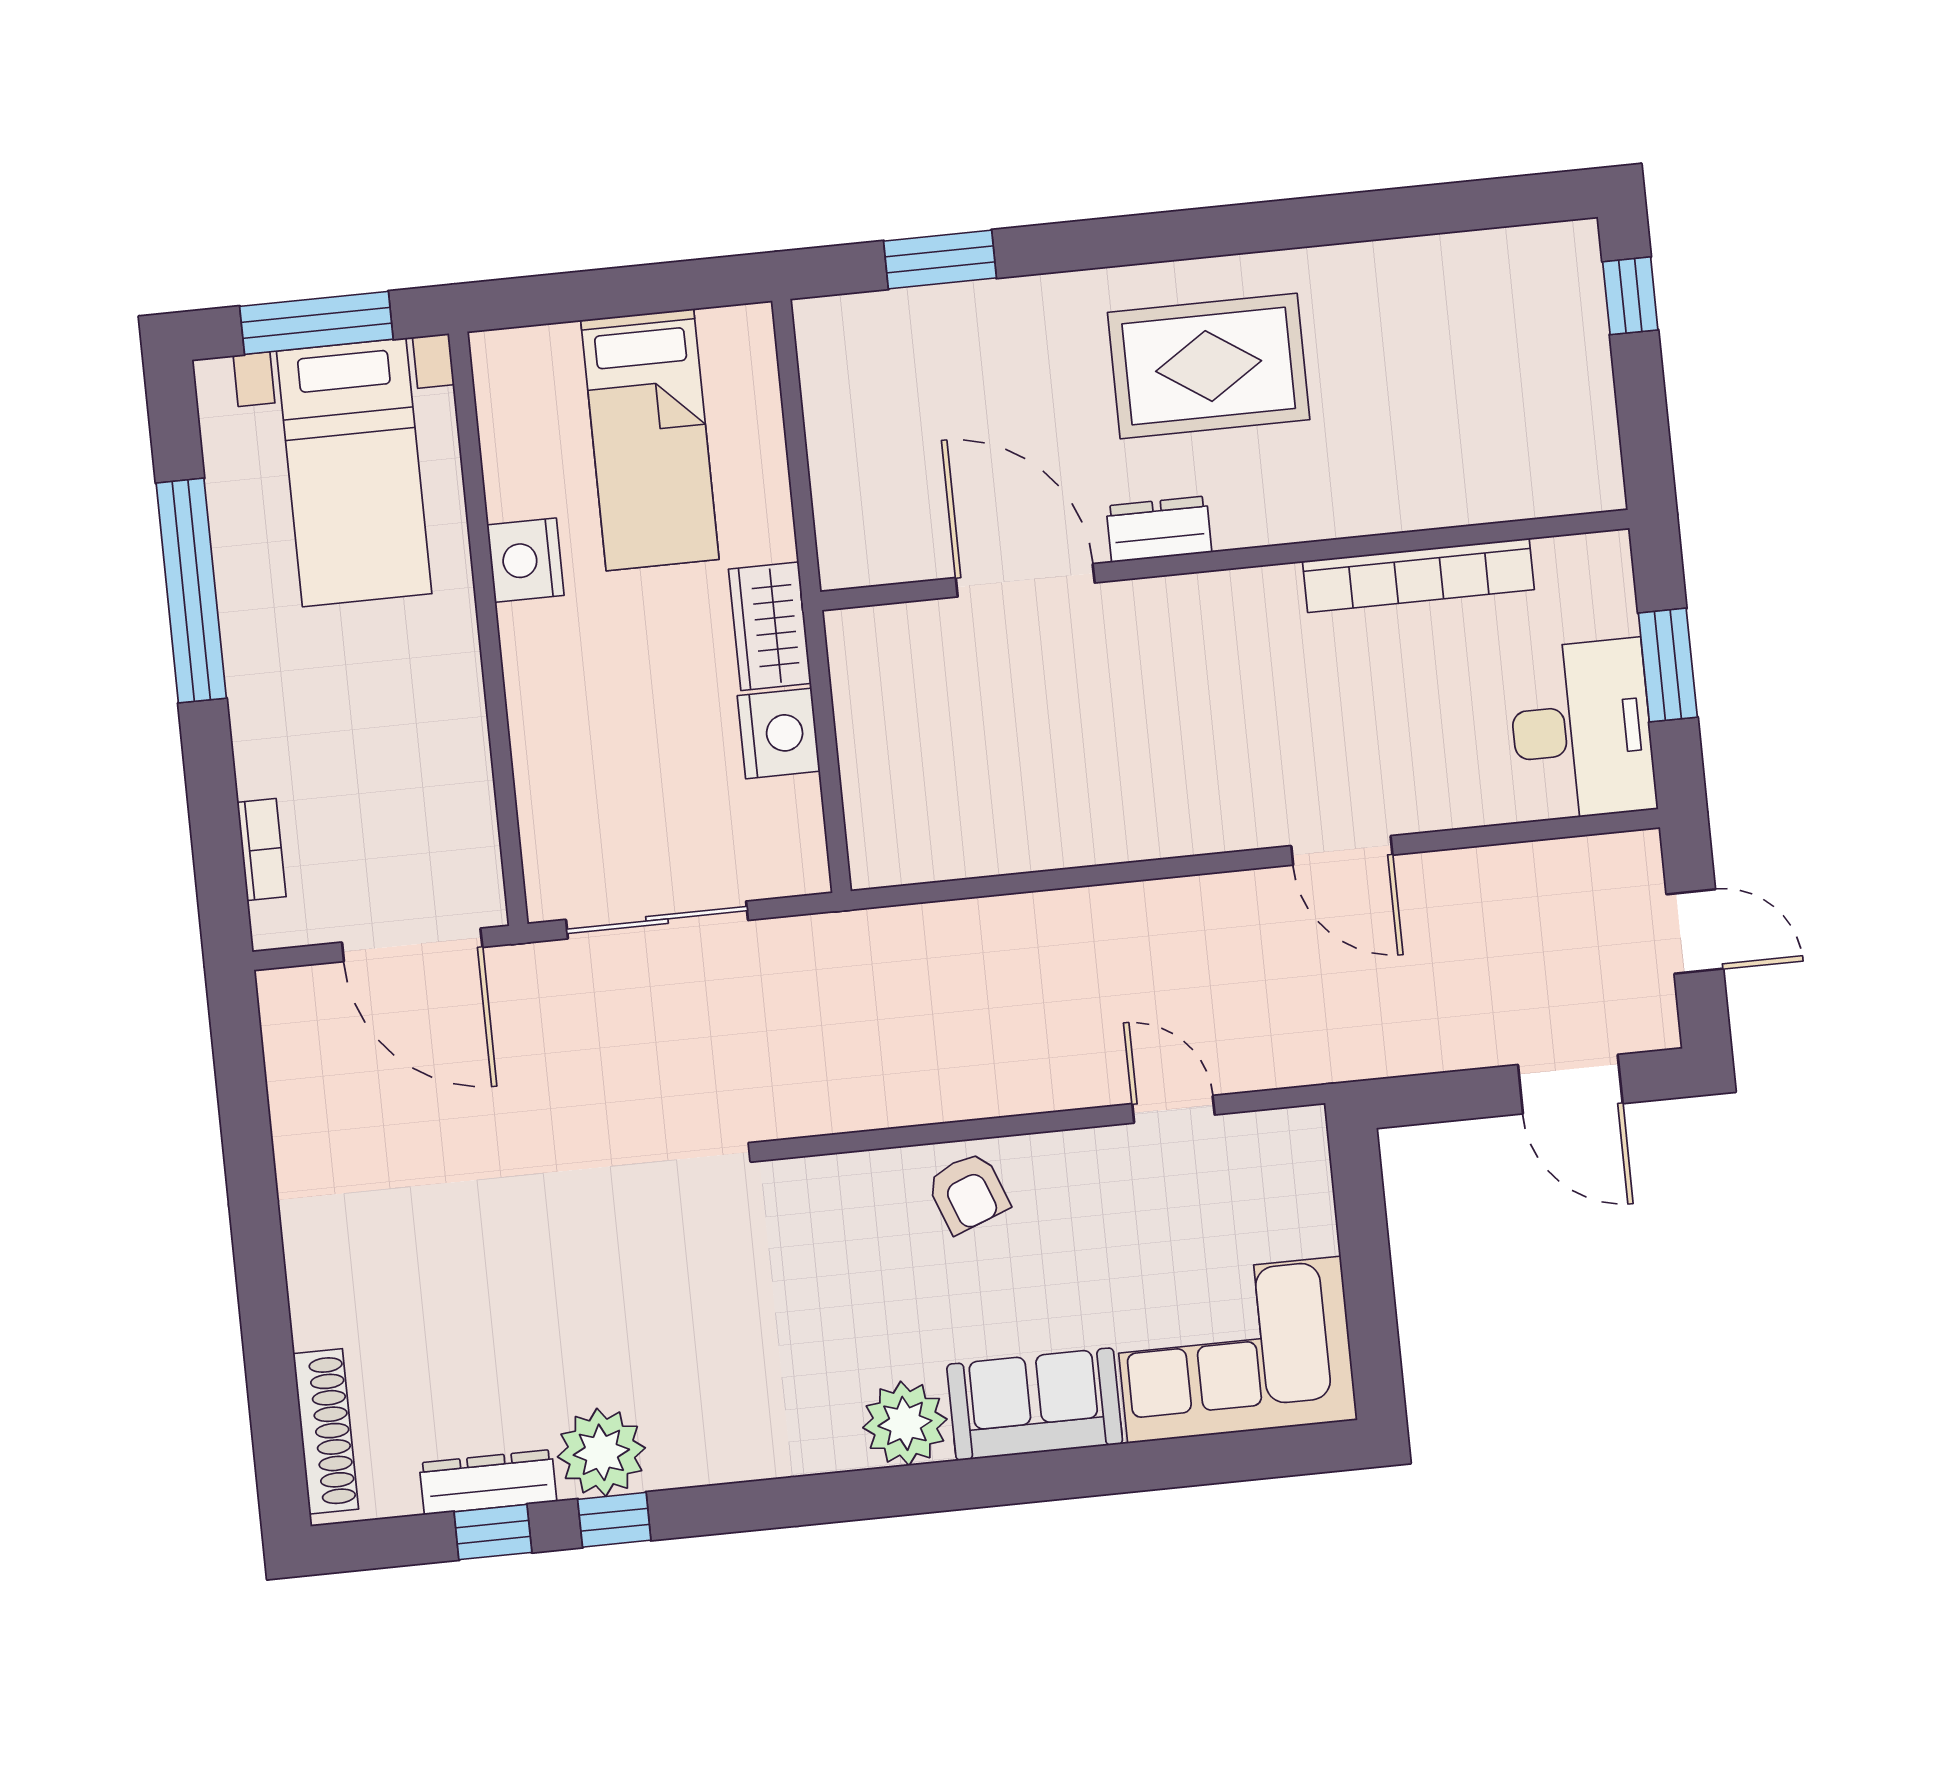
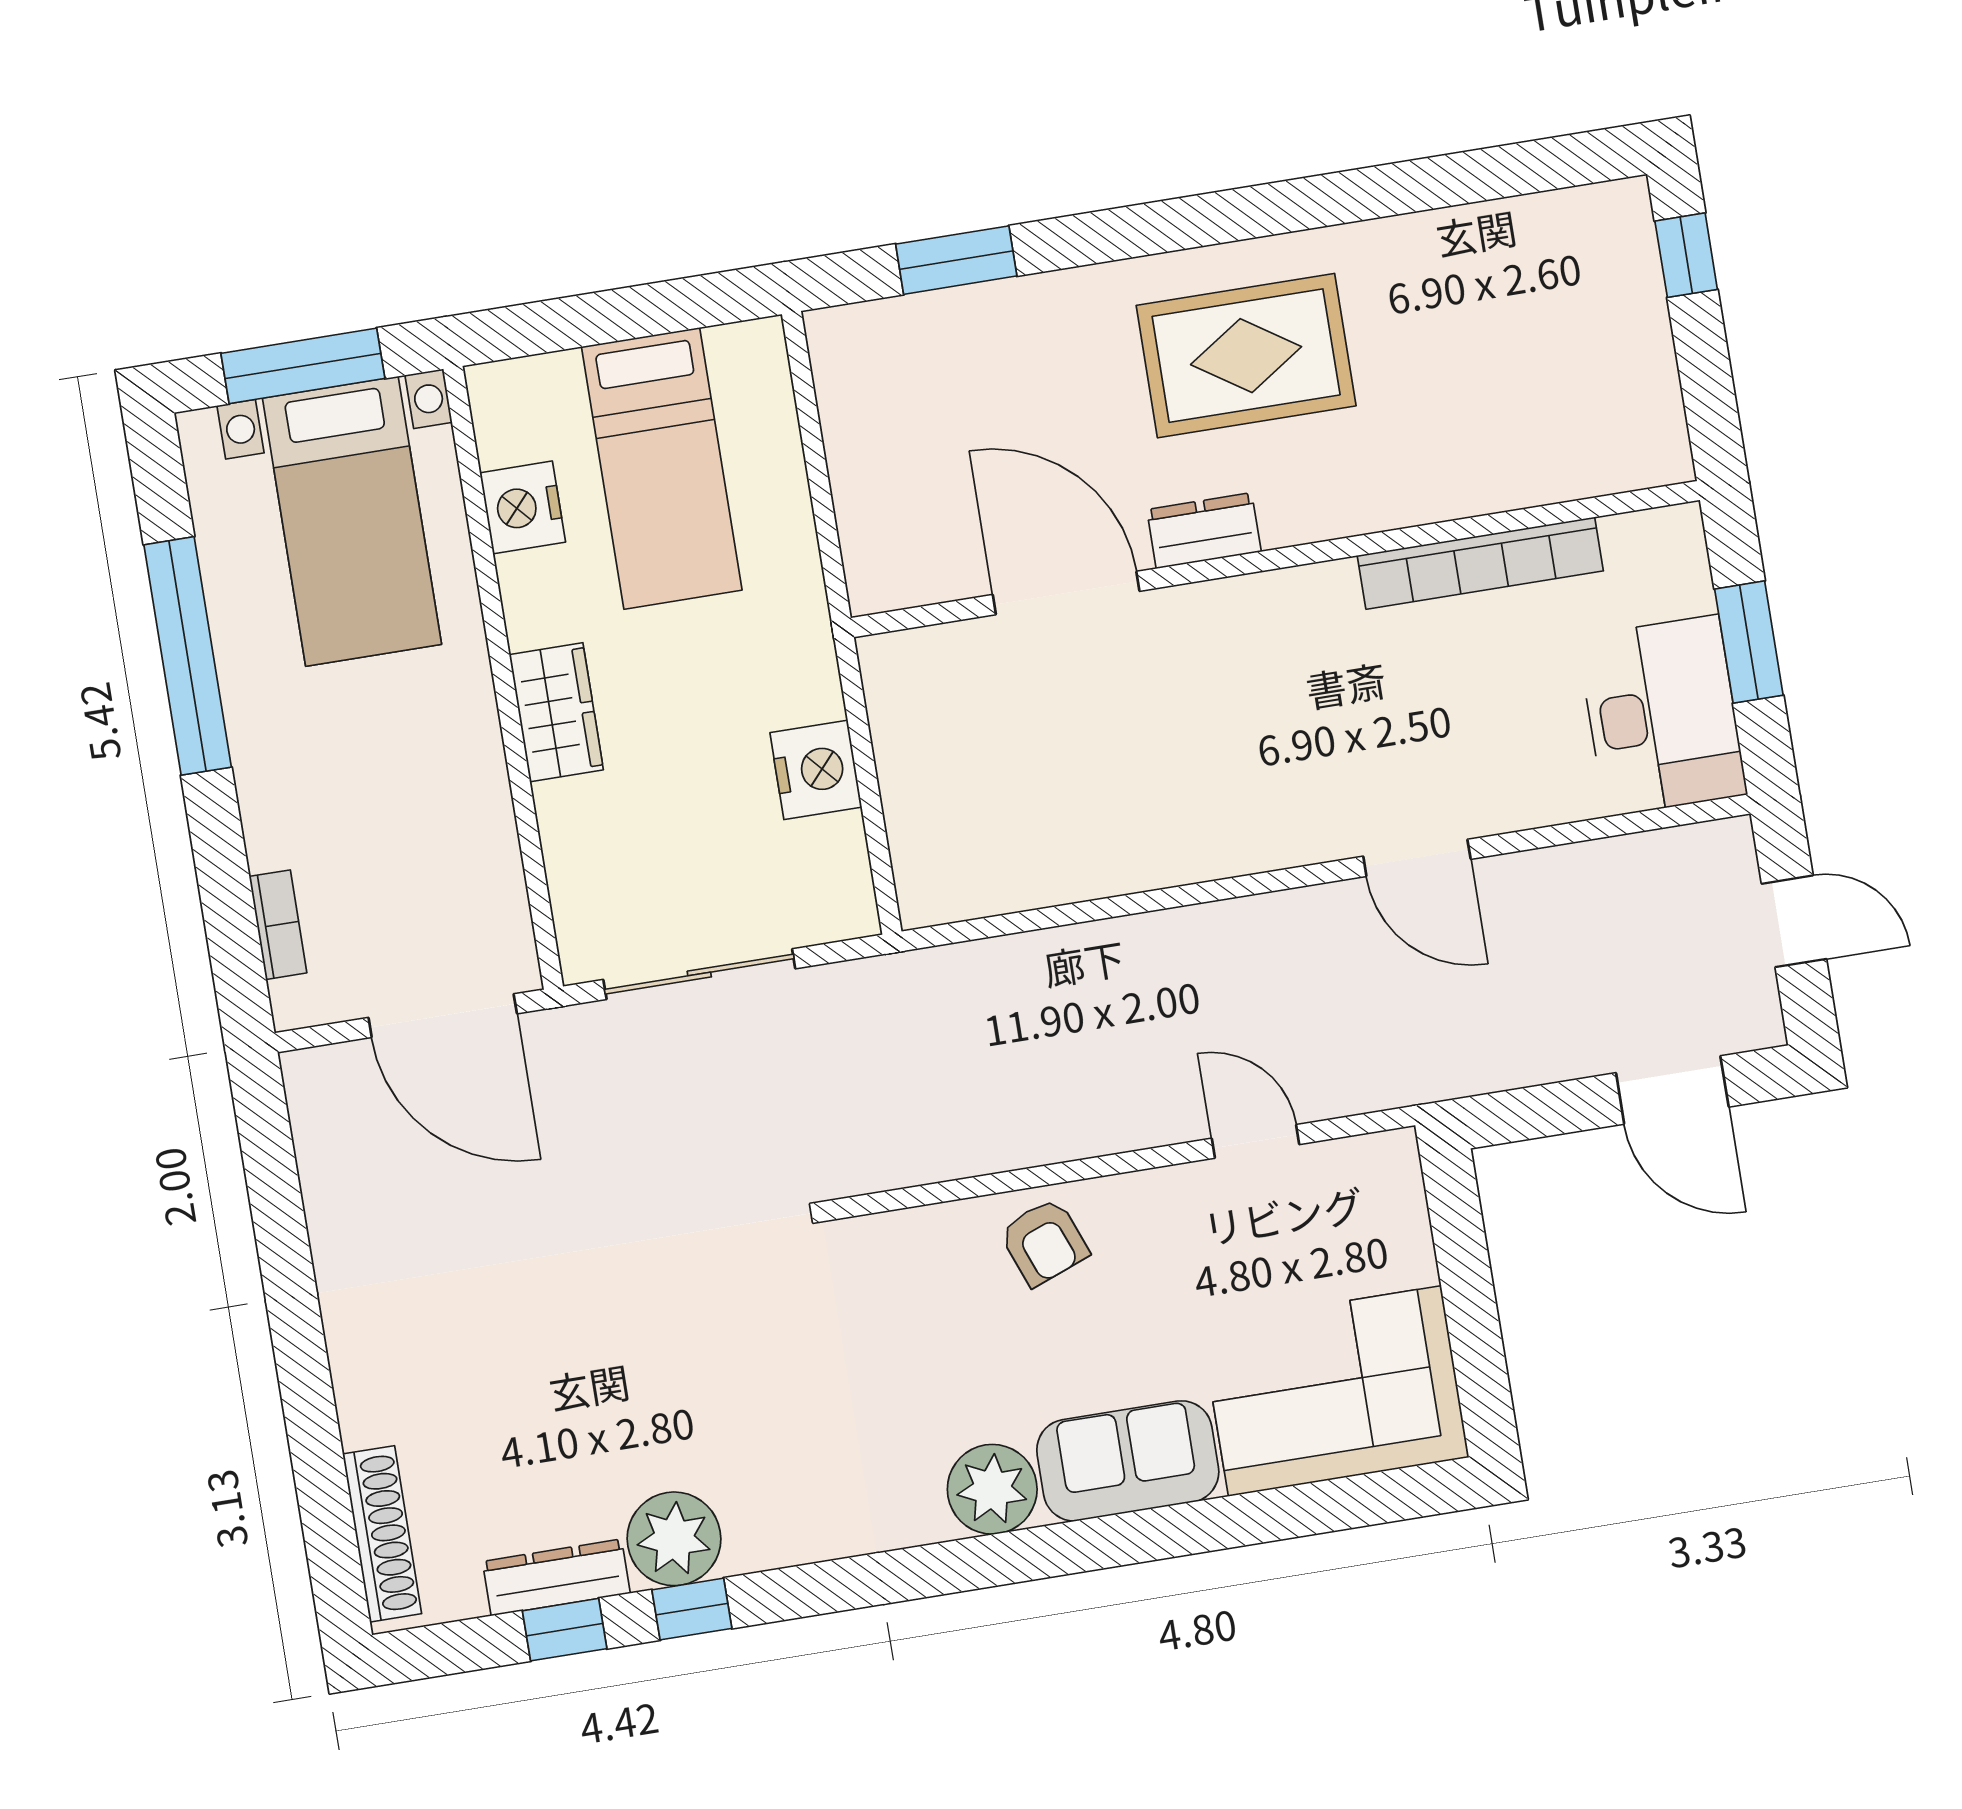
nightstand: (525, 560) -> (523, 507), moved
wardrobe: (770, 626) -> (556, 712), moved, turned 180

